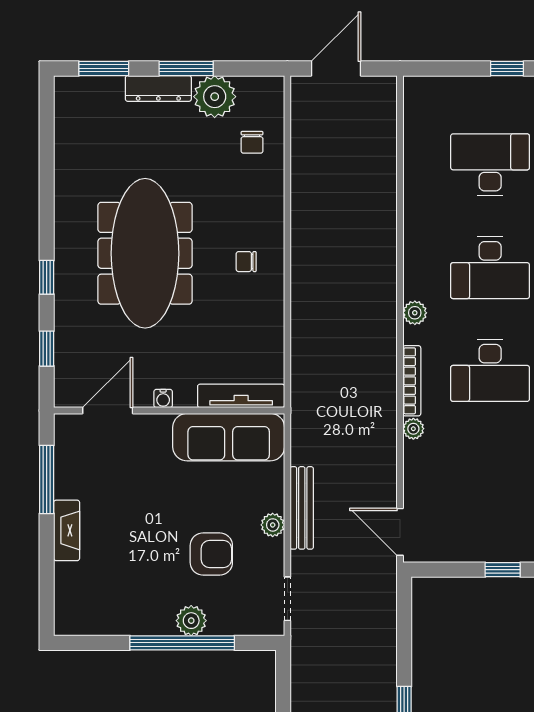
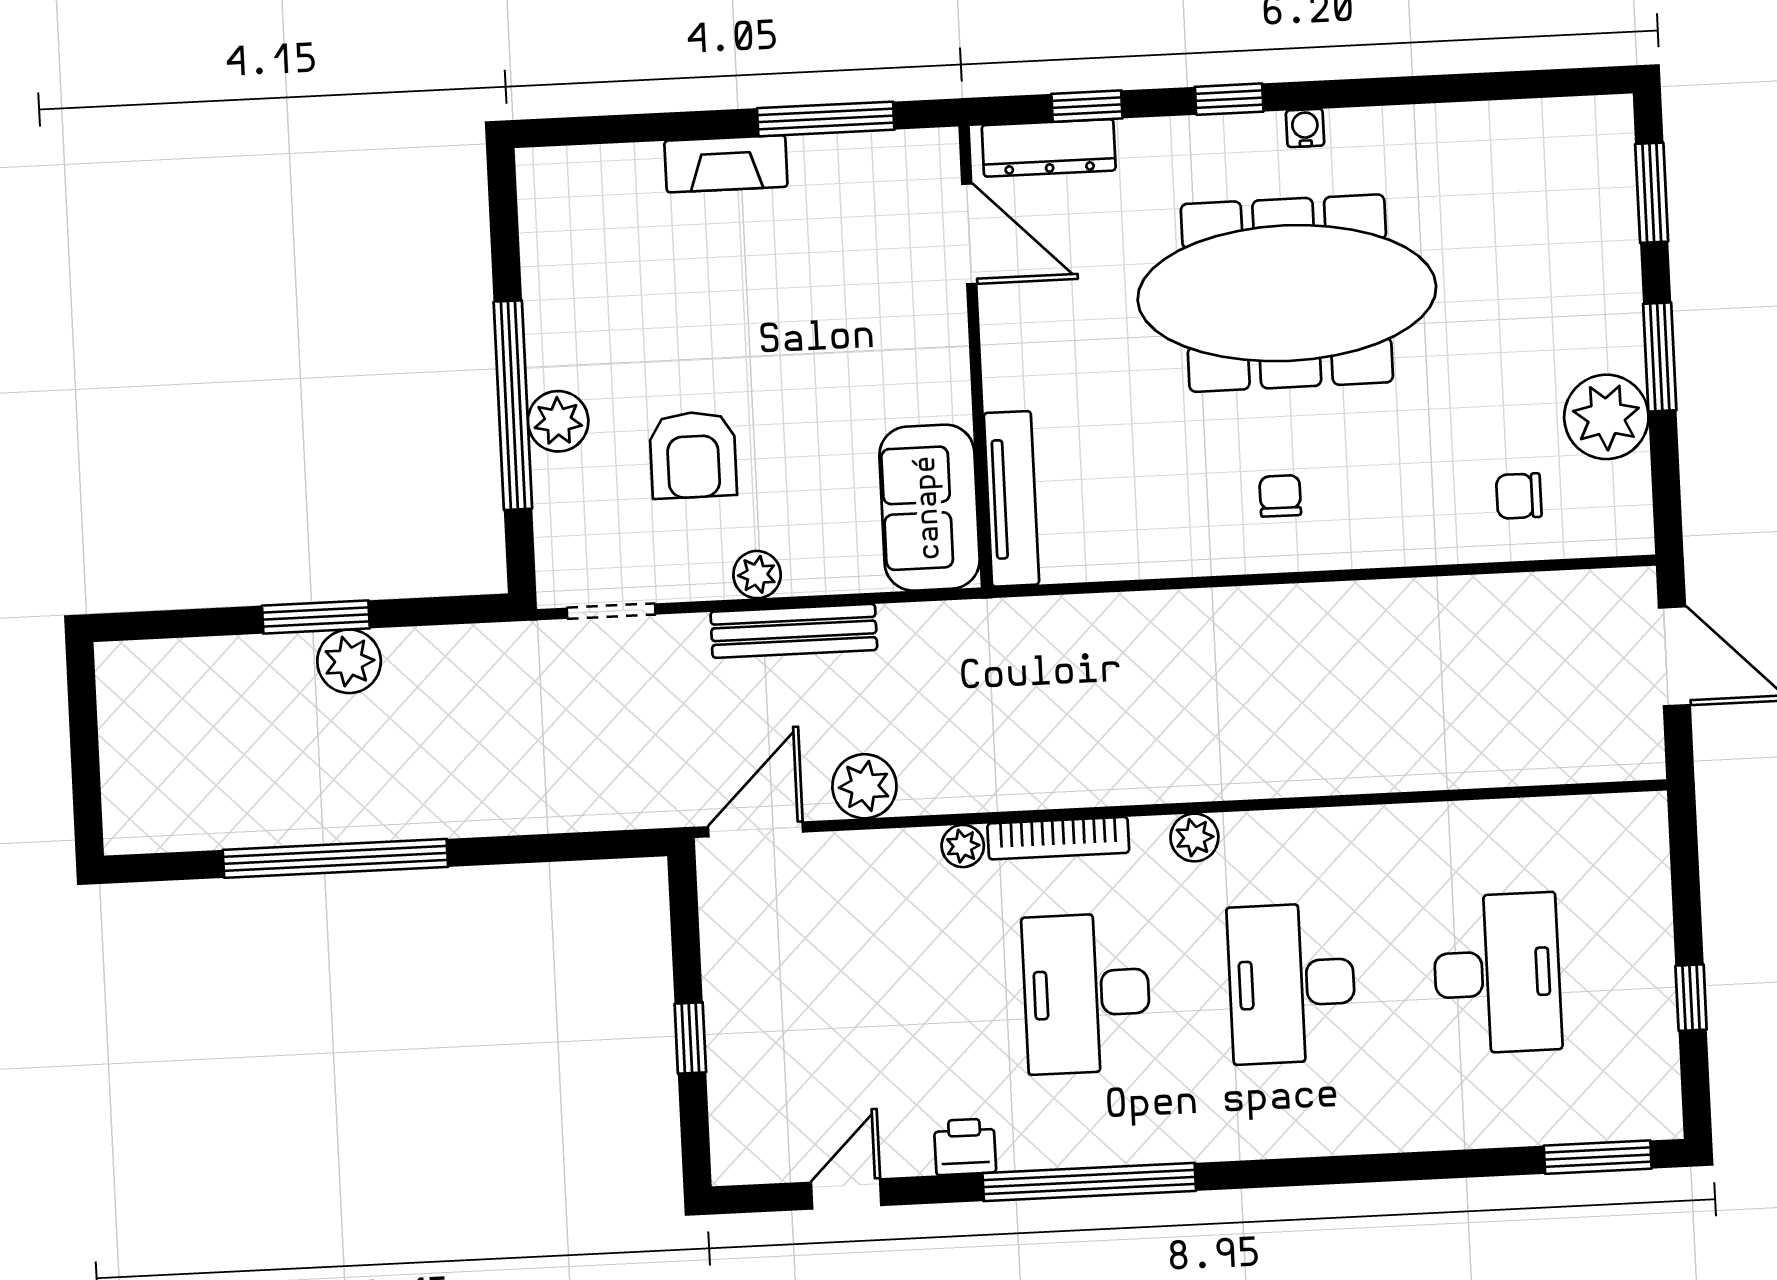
dresser: (158, 88) -> (1049, 148), moved, turned -90
water cooler: (163, 399) -> (1305, 128), moved, turned 90
sofa: (229, 437) -> (929, 508), width x0.73
plant: (381, 476) -> (864, 786), added

